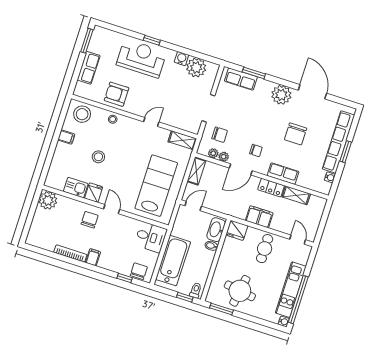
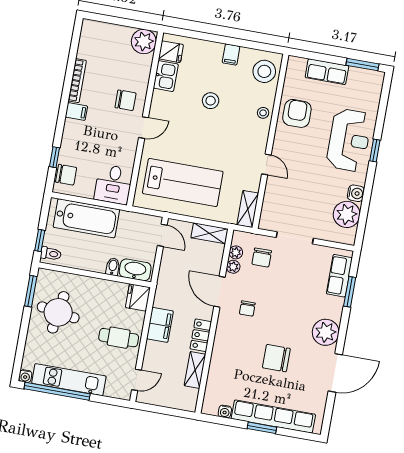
row of seats: (283, 174) -> (221, 349), removed
fridge: (94, 193) -> (171, 52), moved

